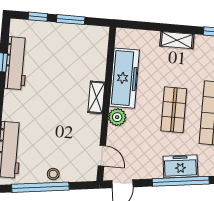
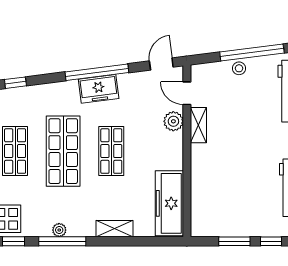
freezer: (124, 78) -> (169, 203), moved
shelving: (96, 97) -> (198, 125), moved
plant: (117, 117) -> (173, 121), moved

